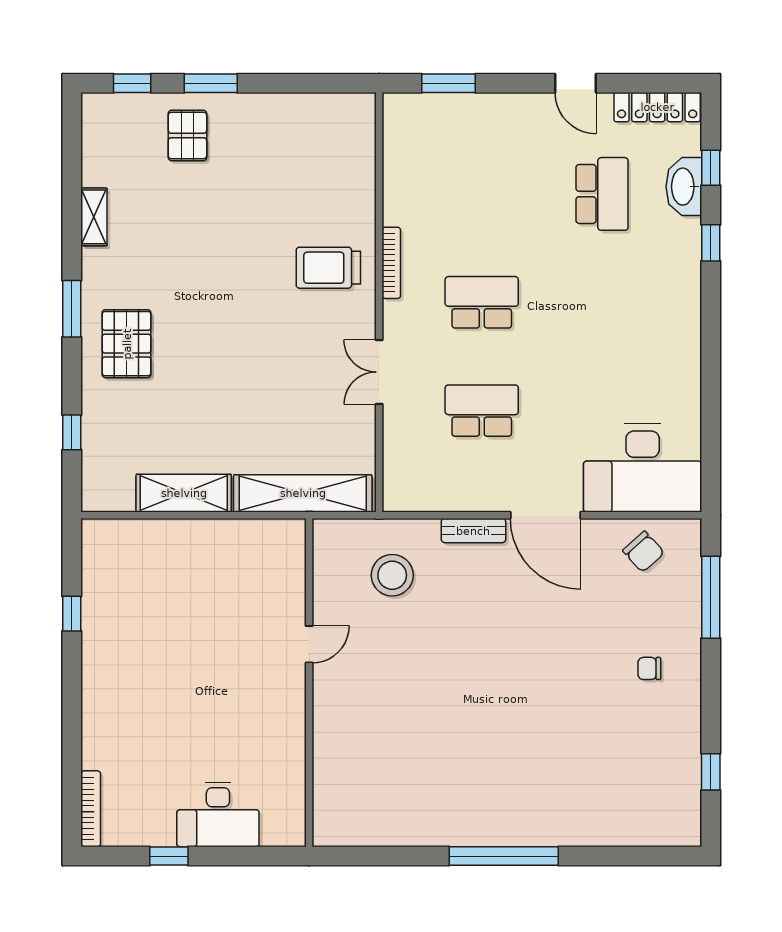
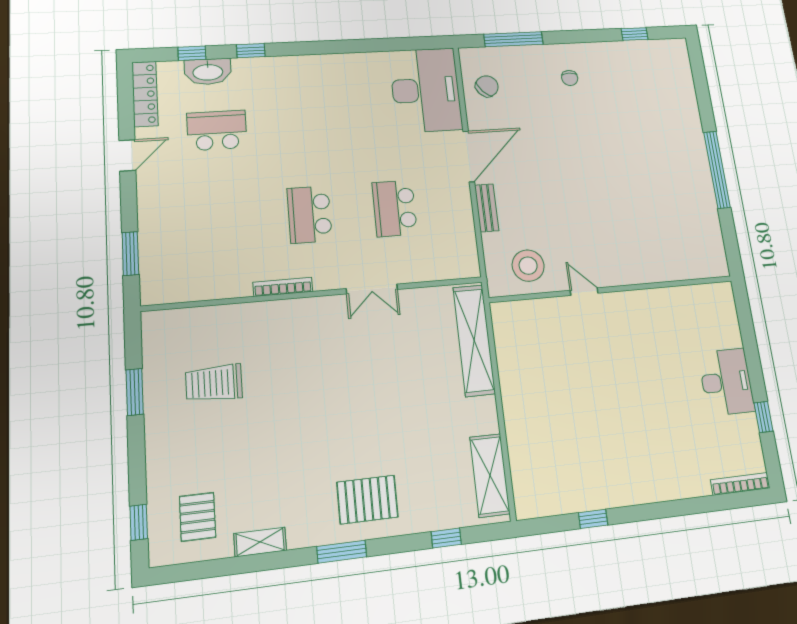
window: (211, 83) -> (135, 392), moved
pallet: (187, 135) -> (198, 517), moved, turned 90
trolley: (328, 268) -> (214, 383), moved, turned 90
shelving: (184, 493) -> (490, 475), moved
door: (309, 644) -> (584, 292), moved
wall: (309, 683) -> (612, 289), moved

